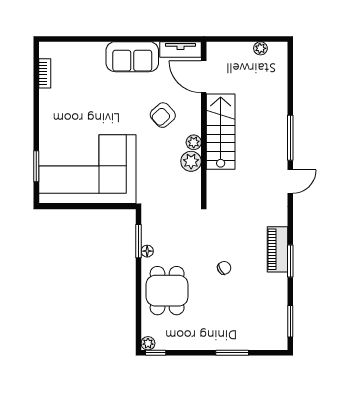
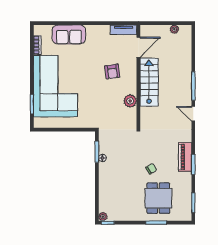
sofa: (132, 57) -> (69, 34), moved
door: (204, 77) -> (138, 47), swing flipped
armchair: (163, 115) -> (112, 72), turned -56
plant: (194, 142) -> (132, 89), removed
corner sofa: (87, 169) -> (55, 86), moved, turned 90
door: (290, 181) -> (193, 114), swing flipped
dining table: (167, 291) -> (158, 198), moved

